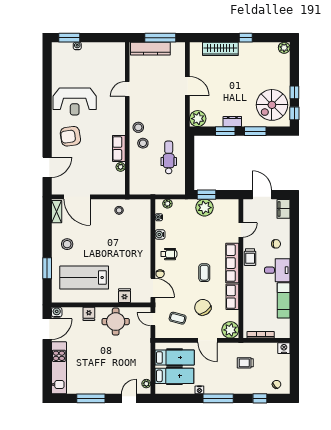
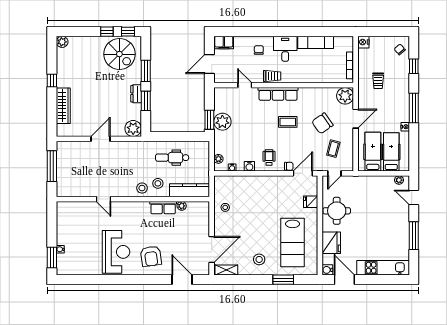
kitchen counter: (150, 49) -> (190, 190), moved, turned -90
row of seats: (232, 297) -> (312, 94), removed
fridge: (89, 314) -> (331, 243), width x1.88, depth x1.34

